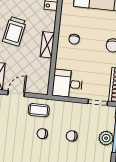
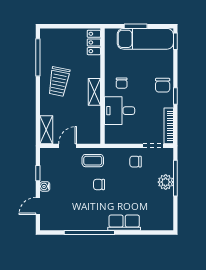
desk: (67, 84) -> (120, 111), moved
chair: (72, 136) -> (136, 162), moved

